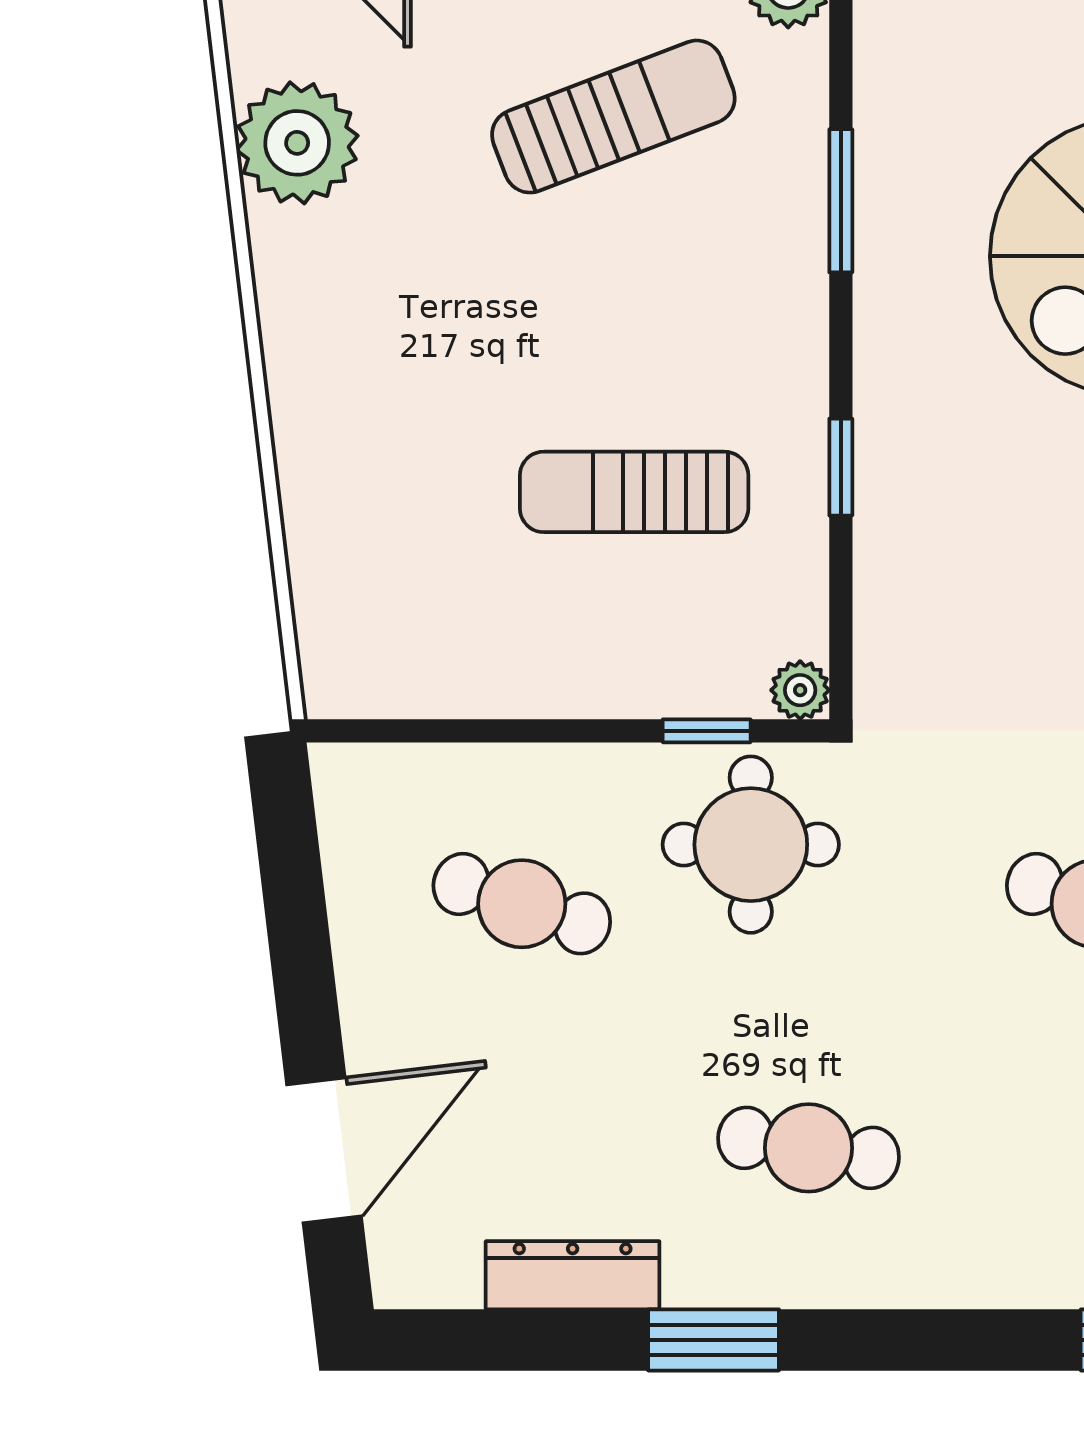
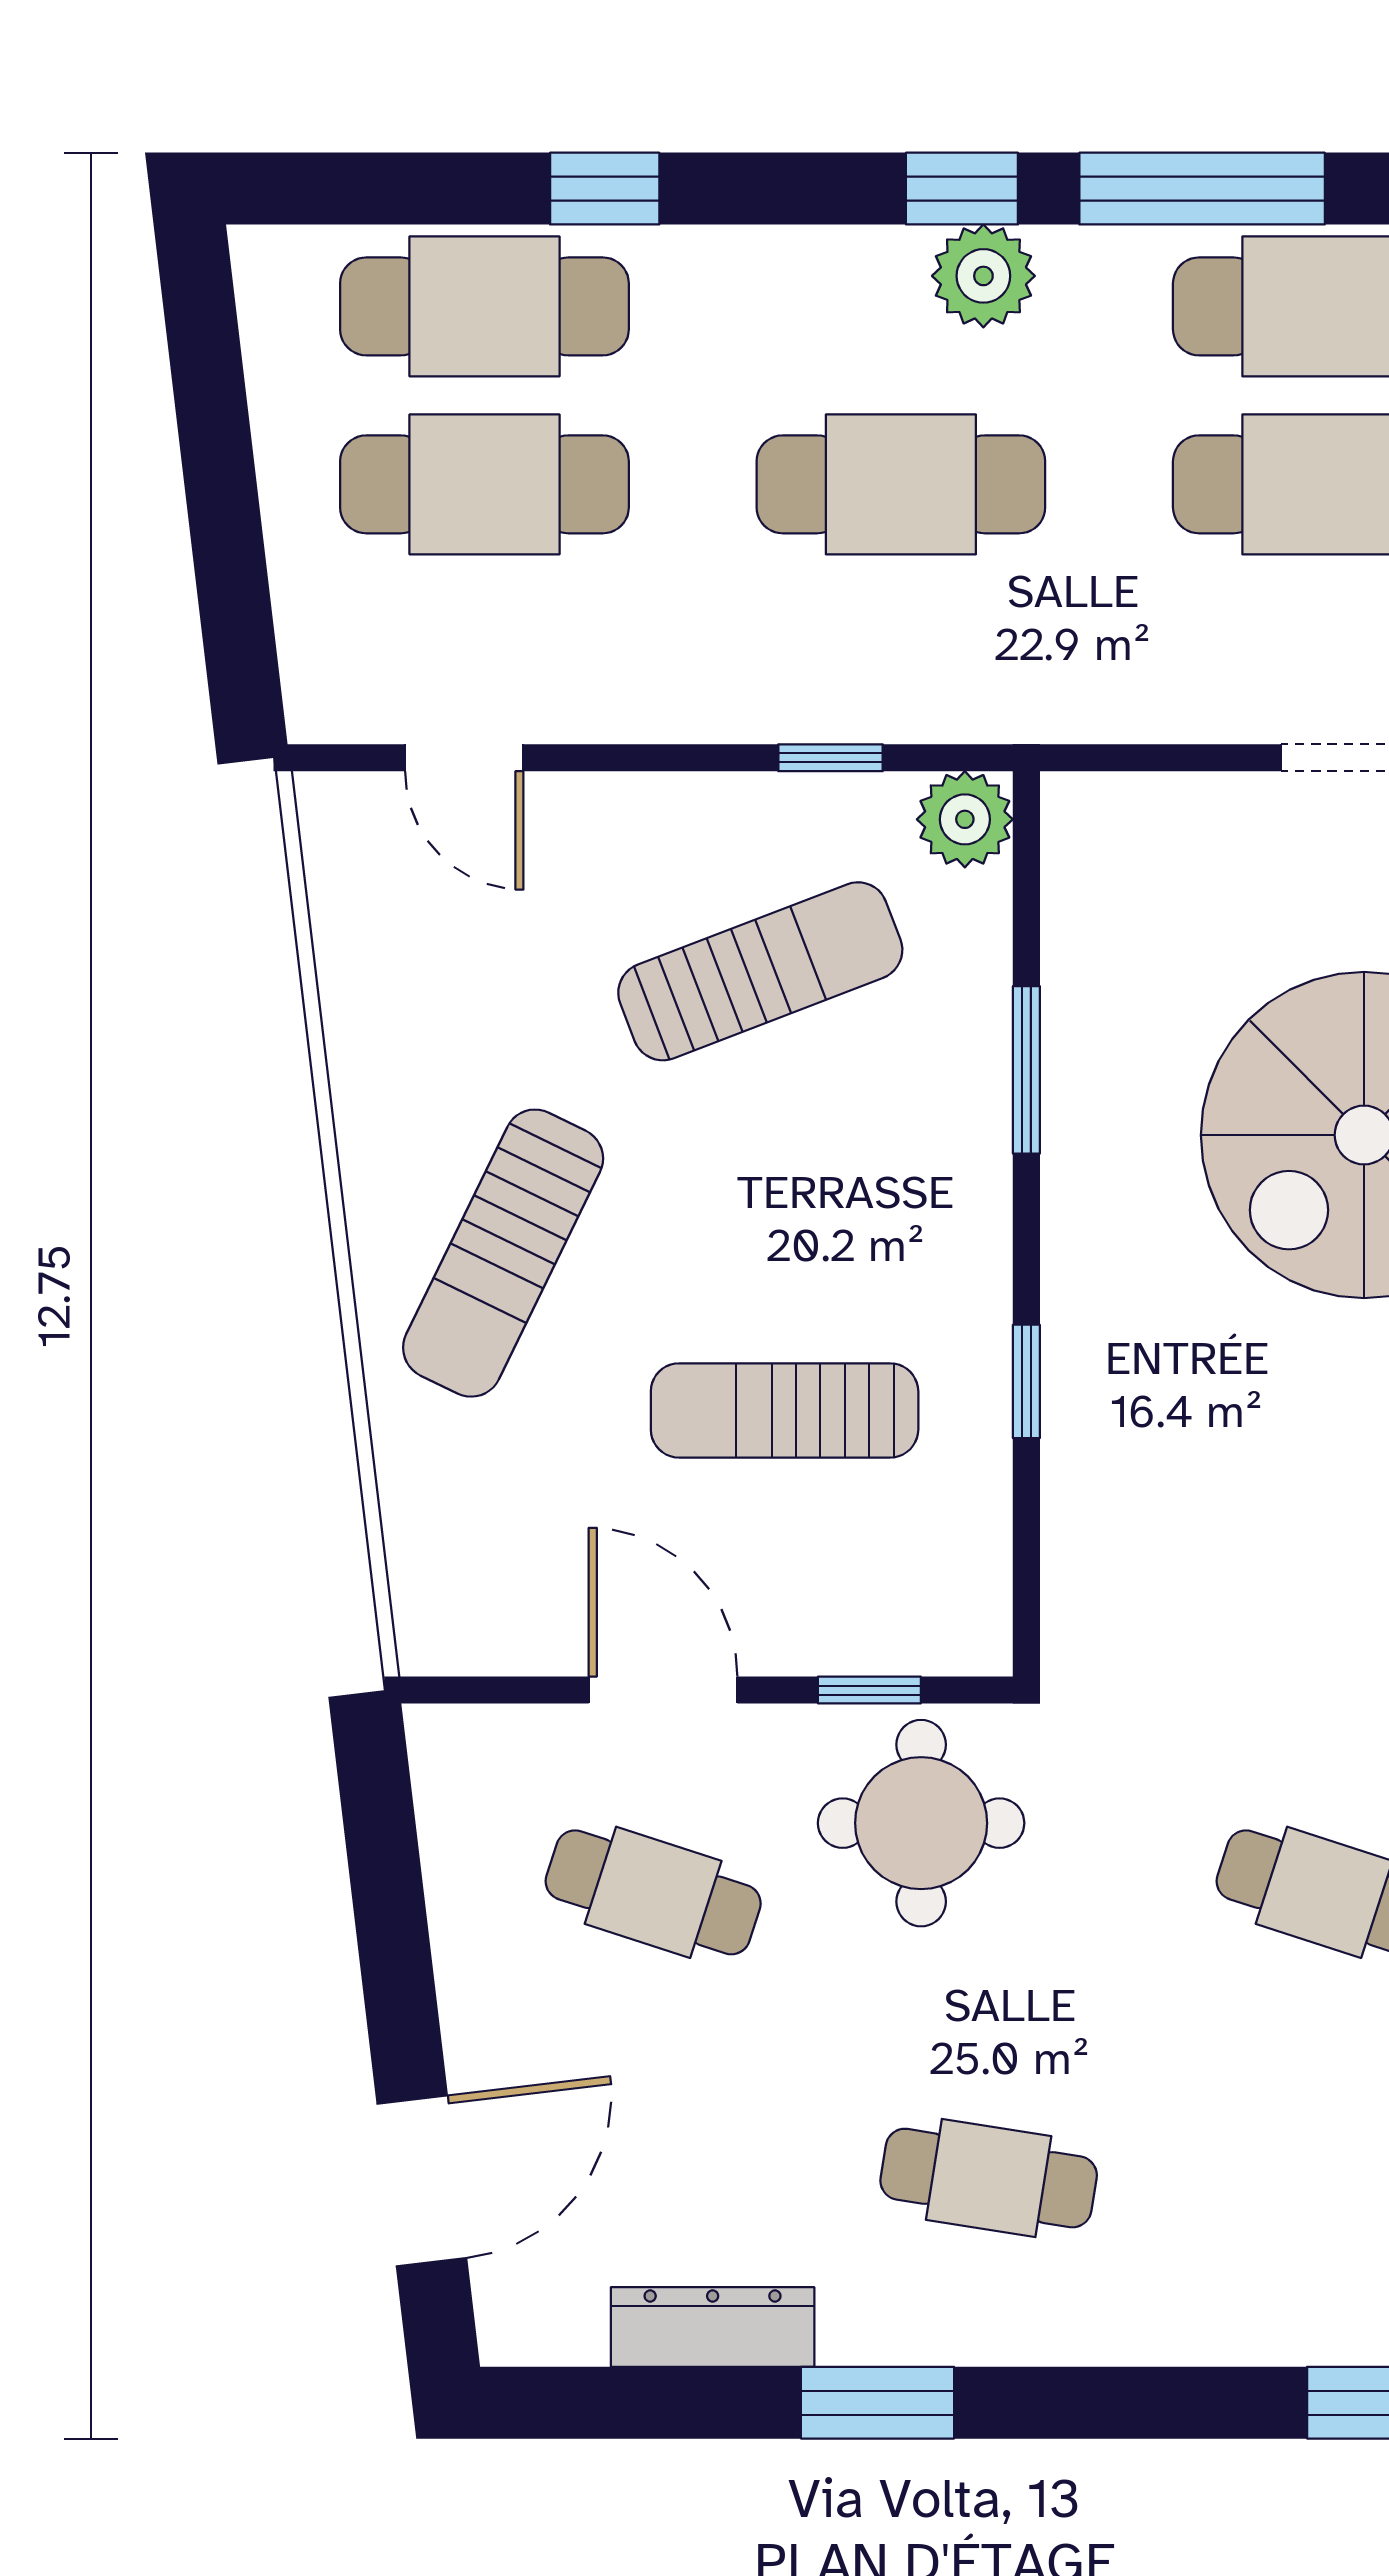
plant: (297, 143) -> (390, 1002), removed
sun lounger: (394, 357) -> (503, 1253), added
plant: (800, 690) -> (979, 1642), removed
door: (530, 731) -> (663, 1690), added

